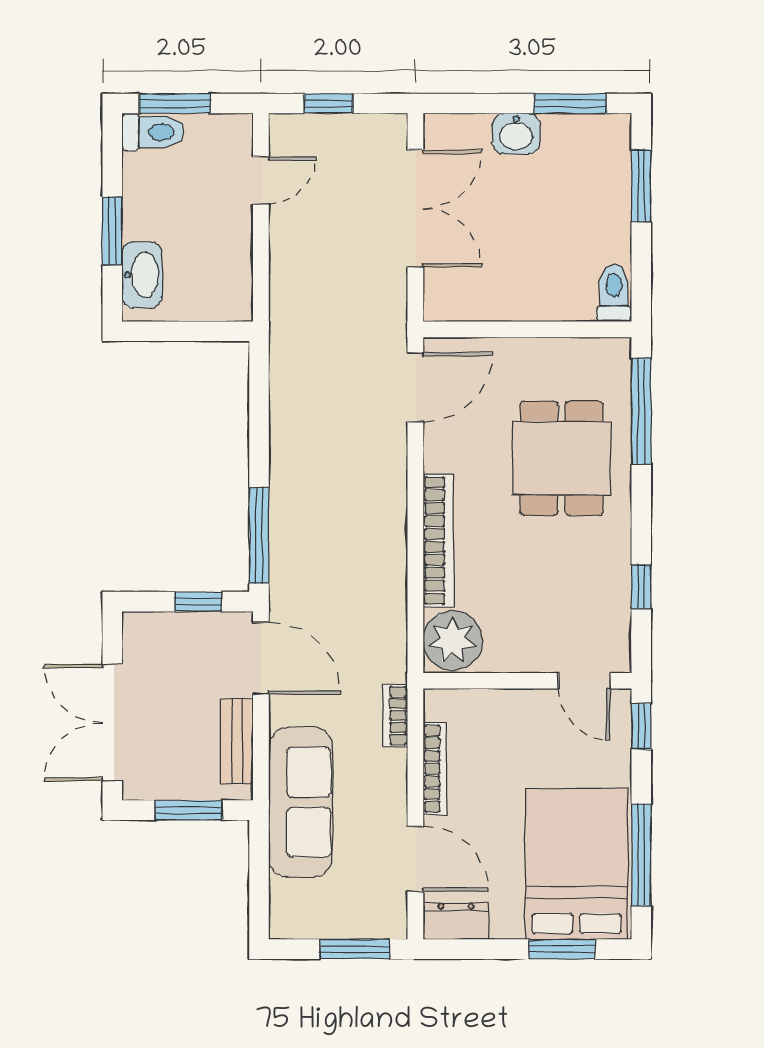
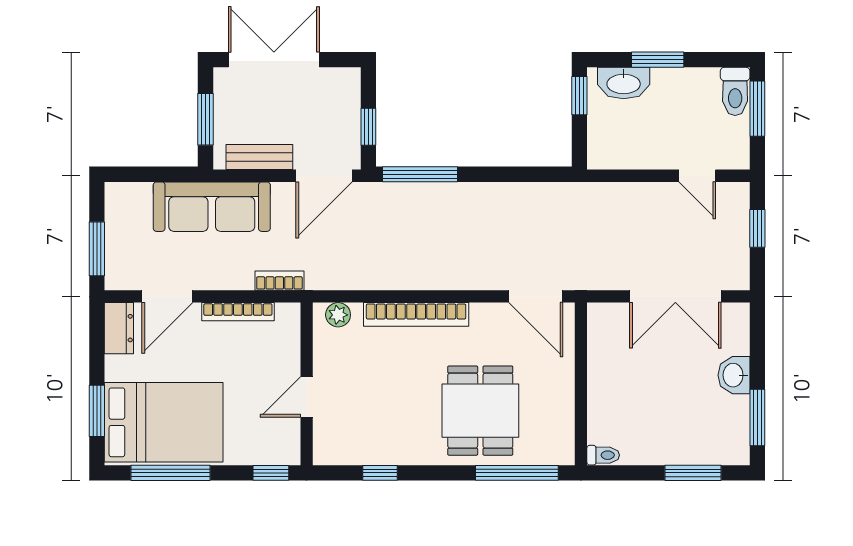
toilet: (614, 293) -> (603, 455), width x0.73, depth x0.72
window: (158, 331) -> (579, 96), added
dining table: (562, 458) -> (480, 411), turned 90
plant: (453, 640) -> (338, 315), width x0.53, depth x0.53
door: (584, 681) -> (307, 397), moved

